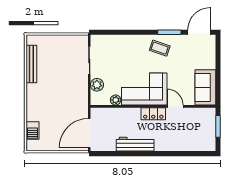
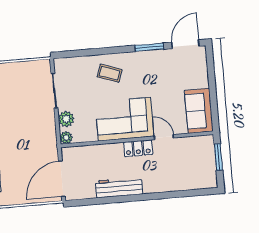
coffee table: (160, 48) -> (110, 73), moved
plant: (116, 100) -> (66, 138), moved

